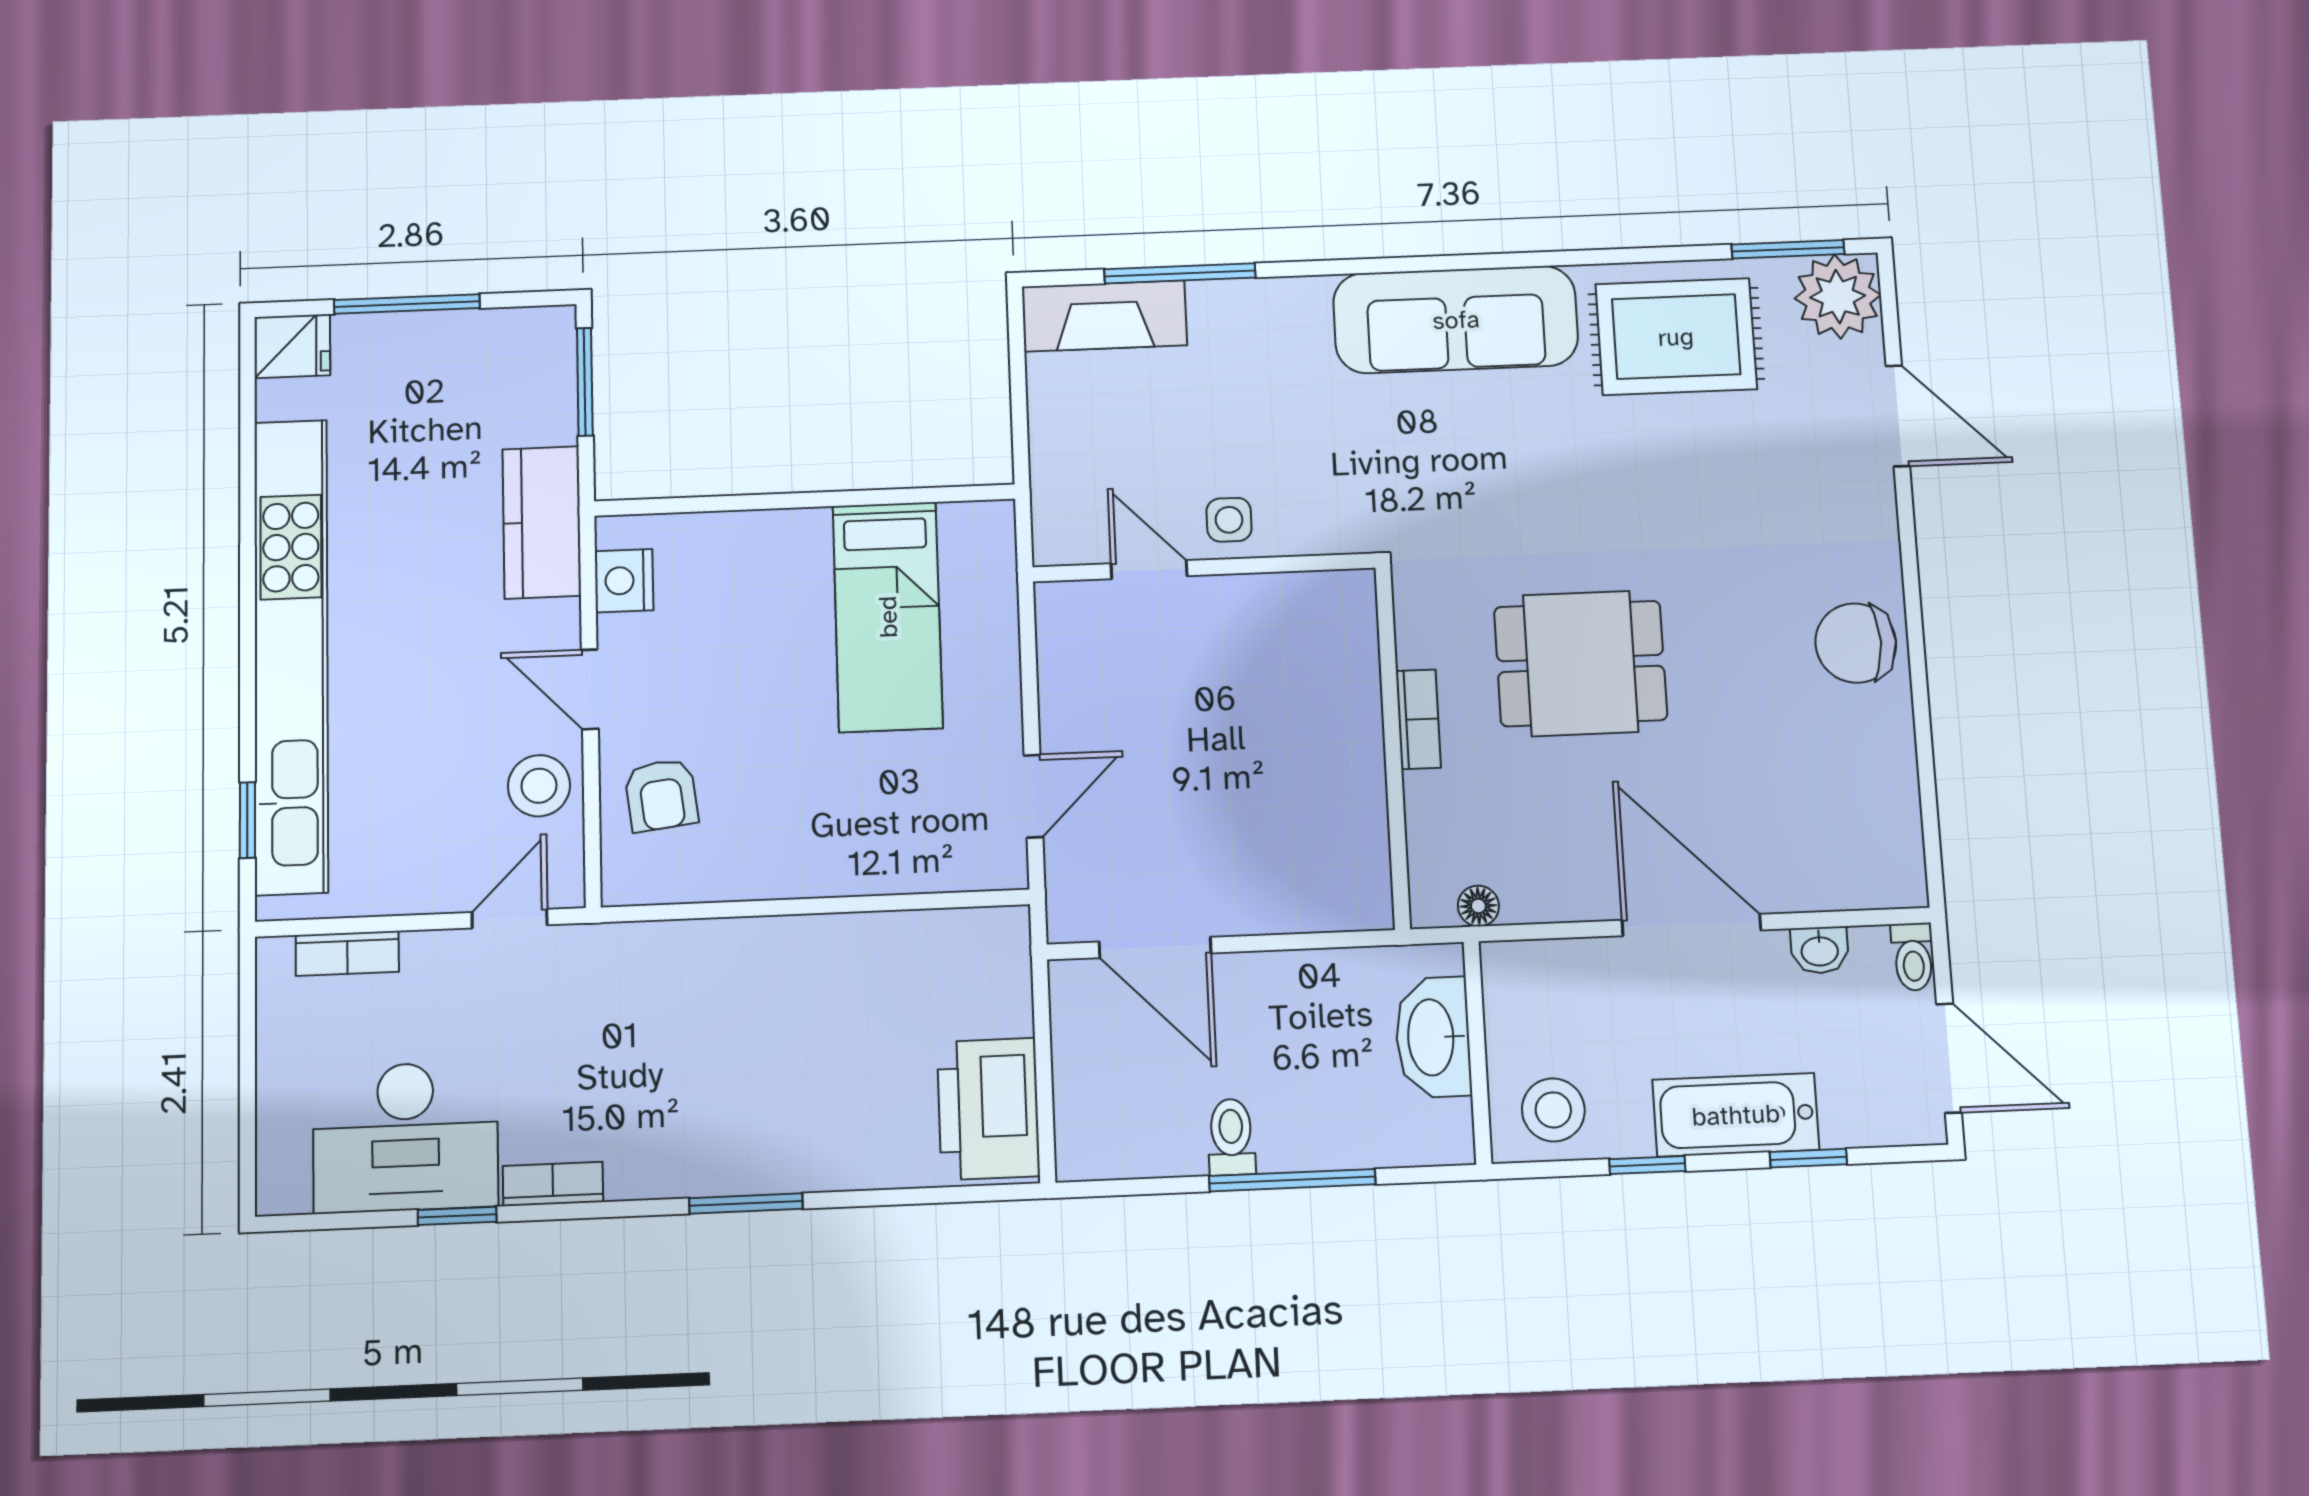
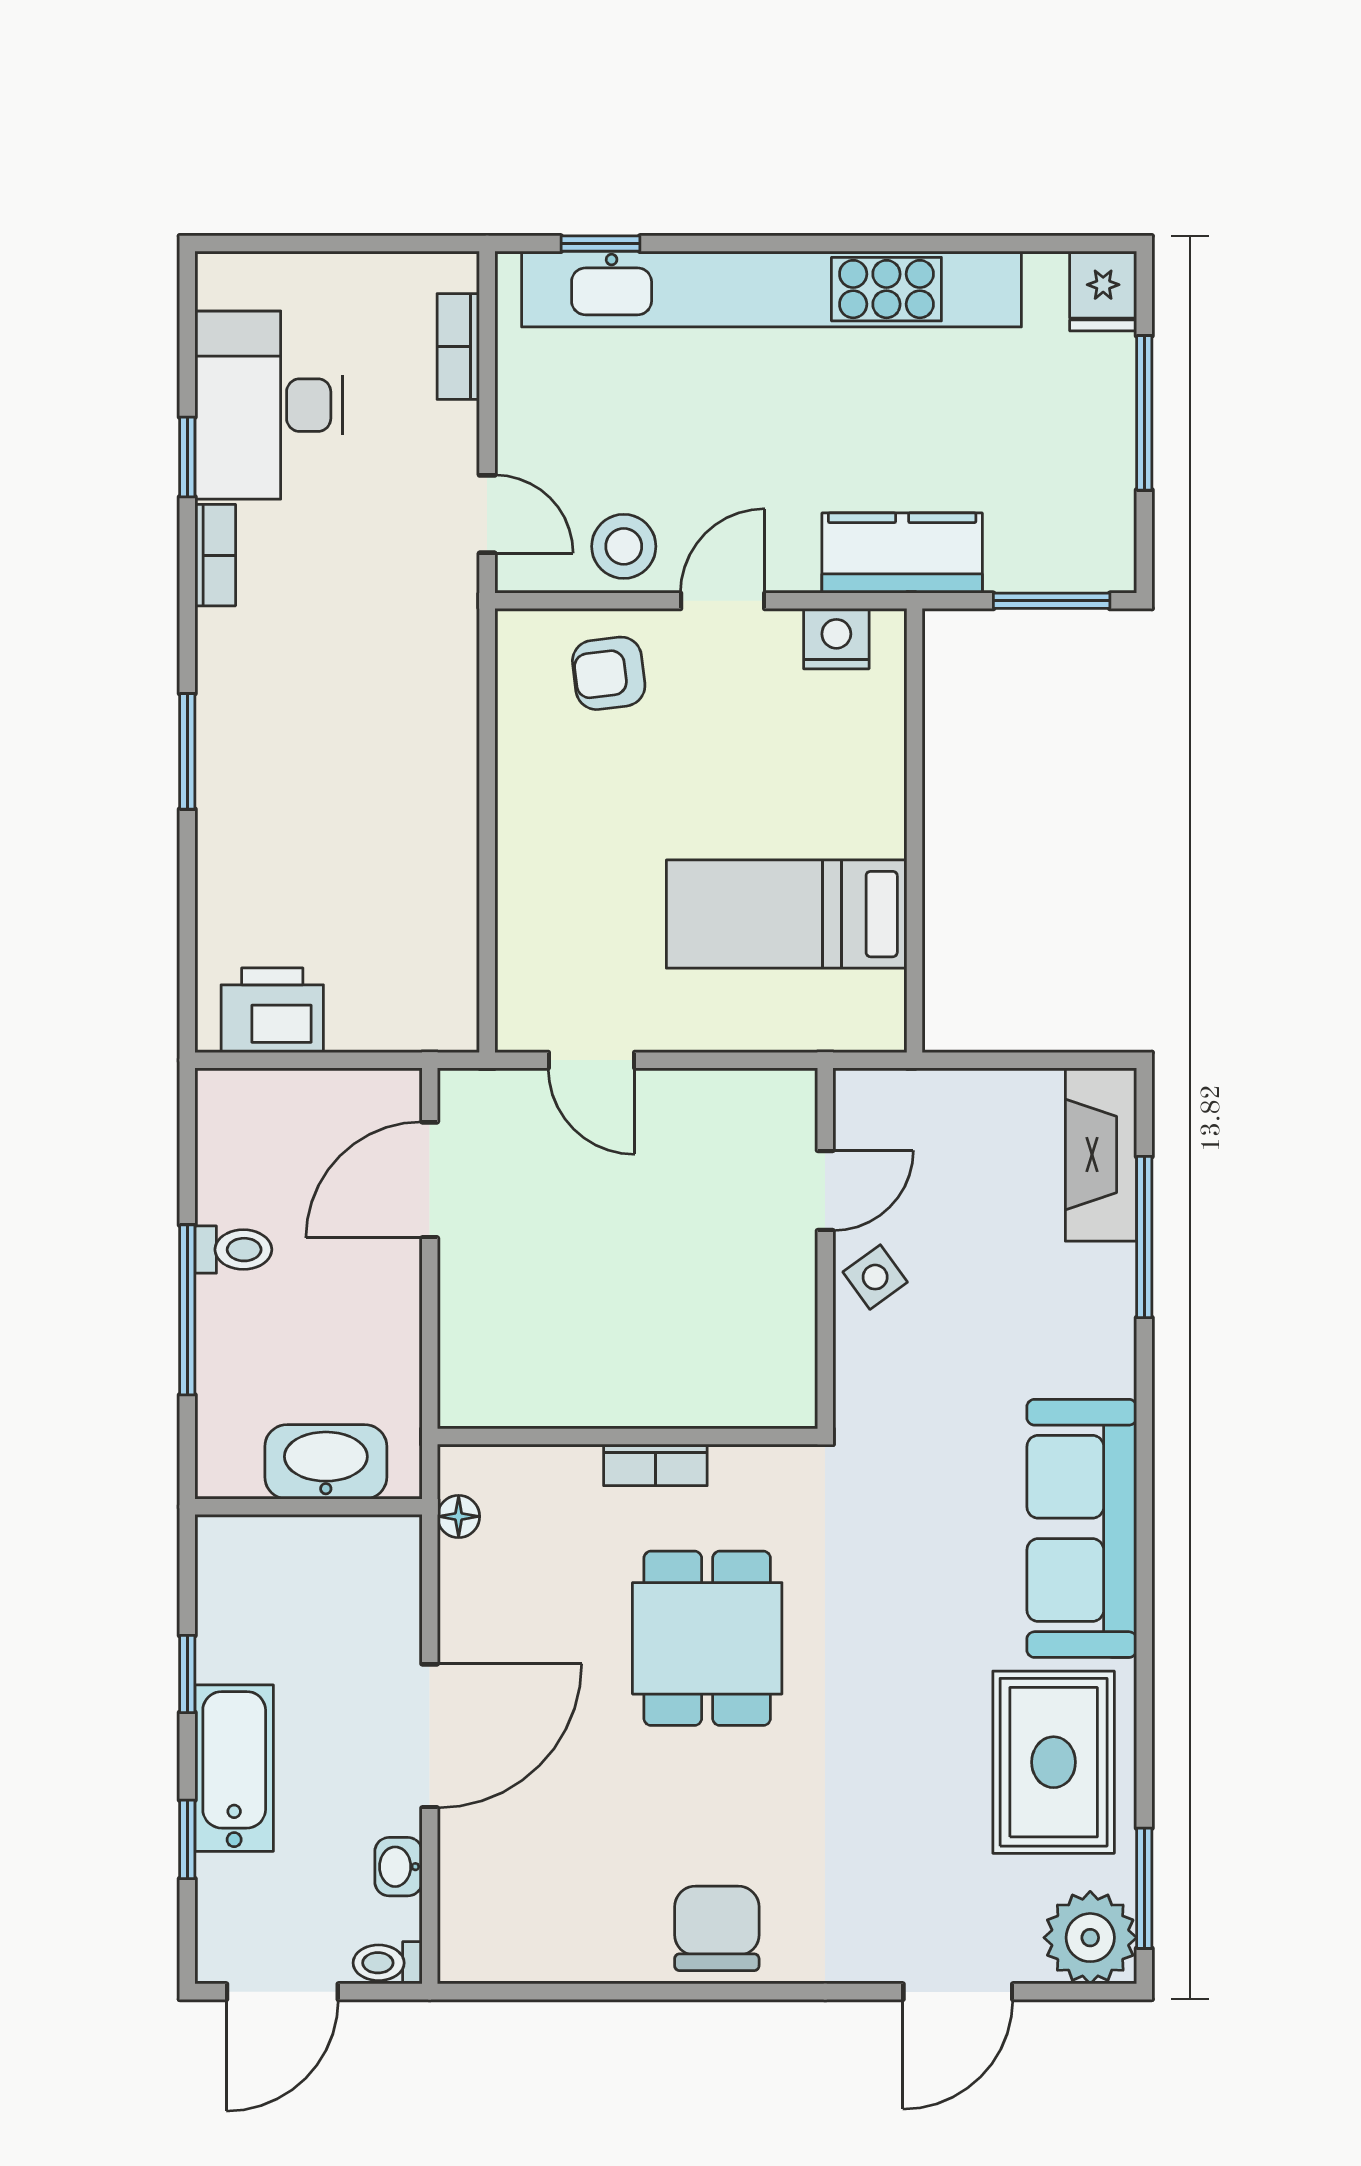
side table: (1229, 520) -> (875, 1277), turned -36
printer: (988, 1109) -> (272, 1010), width x0.73, depth x0.84
stool: (1553, 1110) -> (247, 1581), removed

